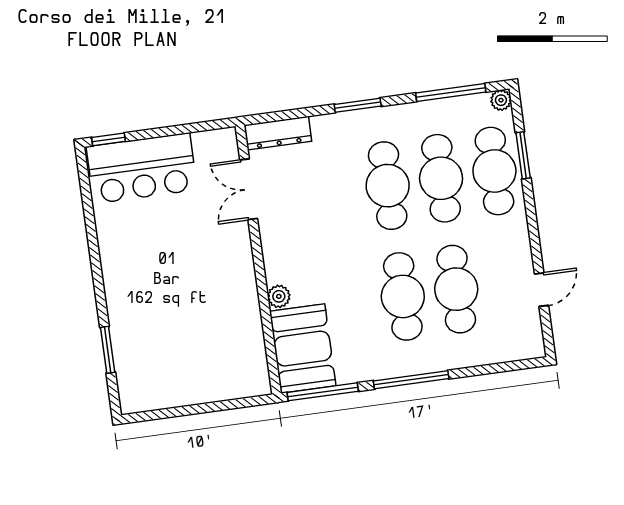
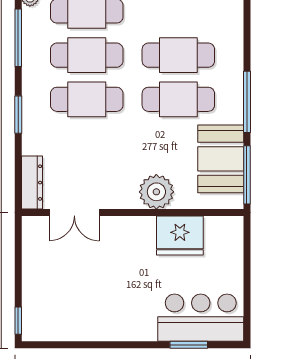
bar counter: (142, 168) -> (201, 318), moved, turned -90
plant: (279, 296) -> (156, 192), width x1.88, depth x1.88
fridge: (238, 321) -> (180, 236), added
booth: (303, 349) -> (221, 159), moved, turned 90

